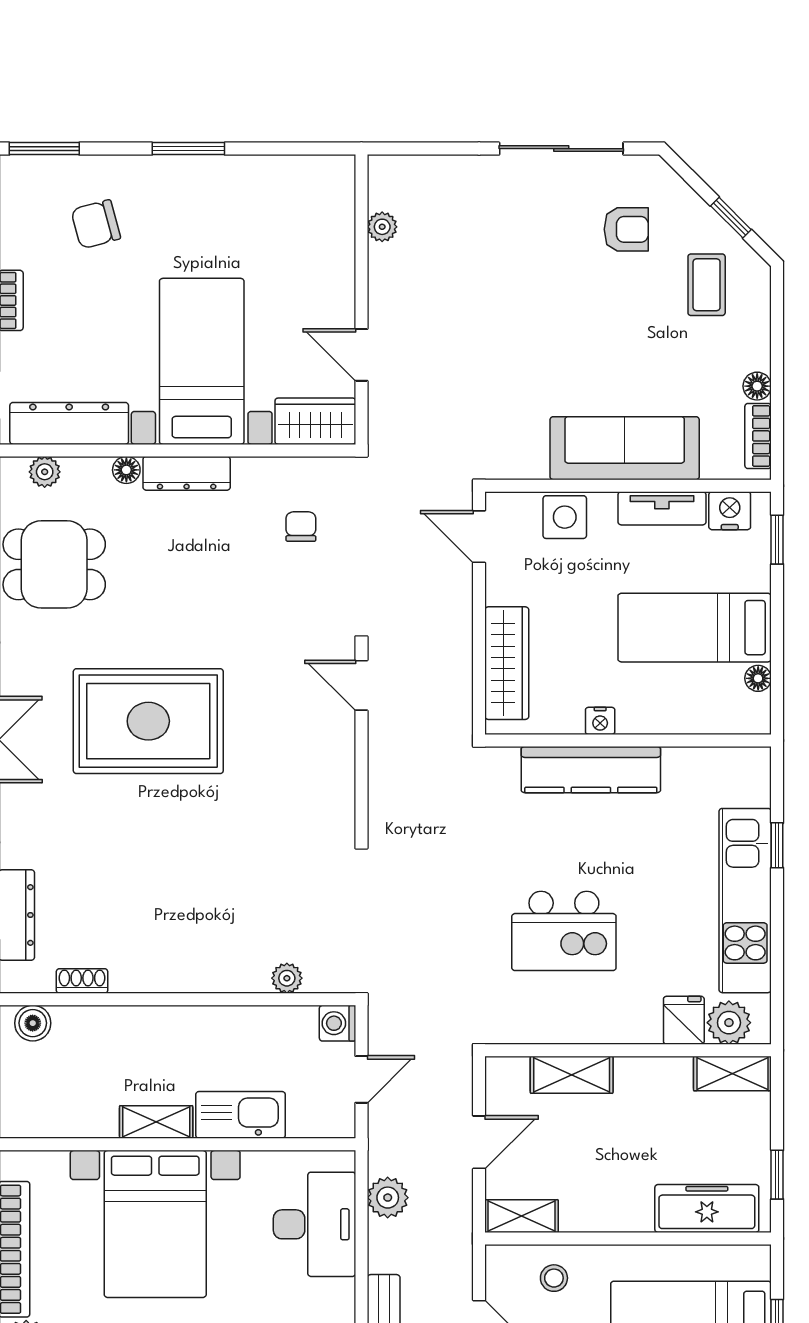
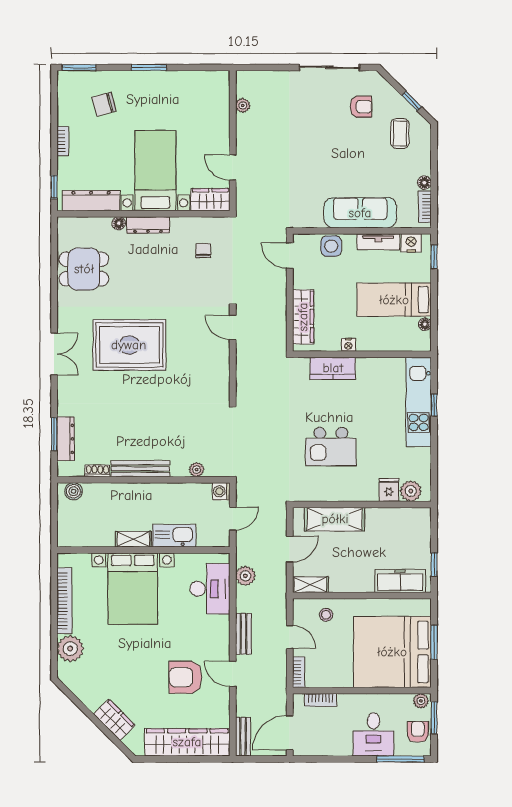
plant: (45, 472) -> (79, 224), removed
kitchen counter: (591, 770) -> (333, 368), width x0.67
kitchen unit: (745, 901) -> (419, 402), moved
bench: (171, 977) -> (140, 469), added
shelving: (732, 1074) -> (412, 516), removed
shelving: (572, 1075) -> (335, 519), width x1.50, depth x1.33

